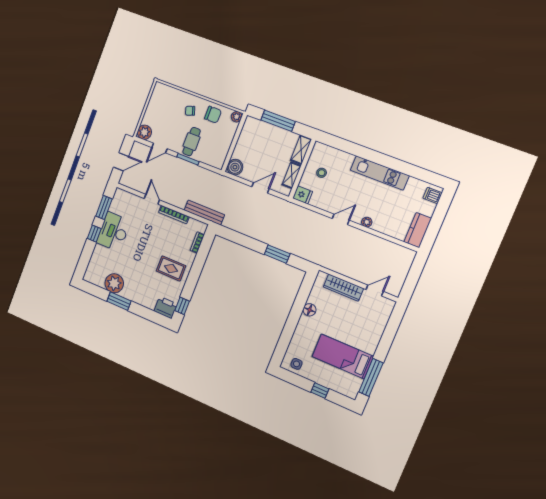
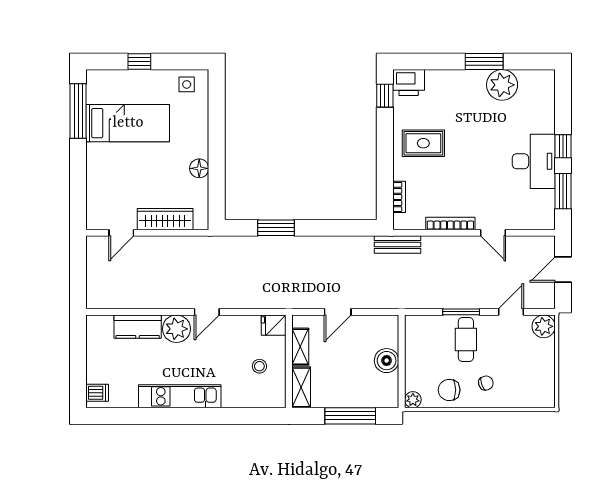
boiler: (235, 167) -> (387, 361), moved
bench: (204, 213) -> (397, 245), width x0.73
plant: (367, 222) -> (176, 329), width x1.88, depth x1.88
kitchen counter: (418, 230) -> (138, 327), moved, turned 90

